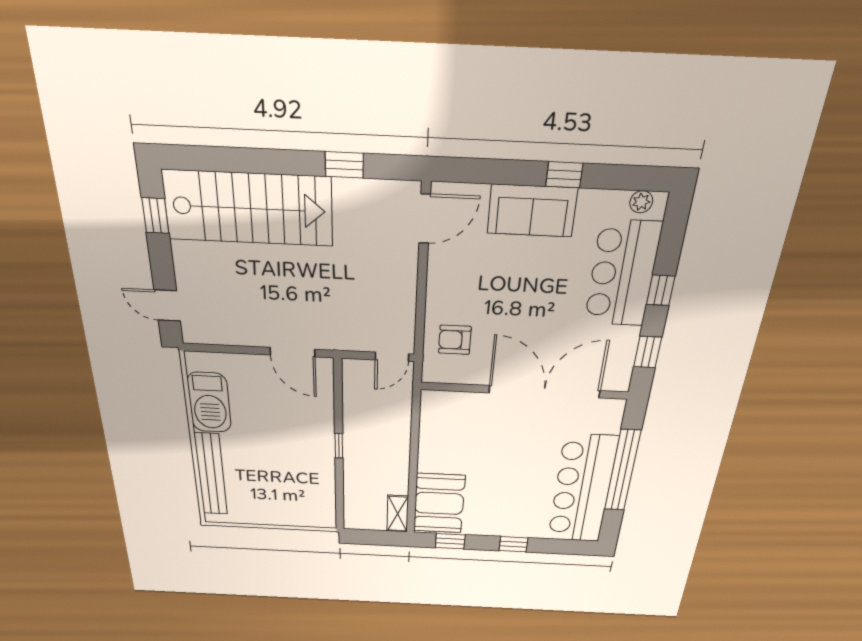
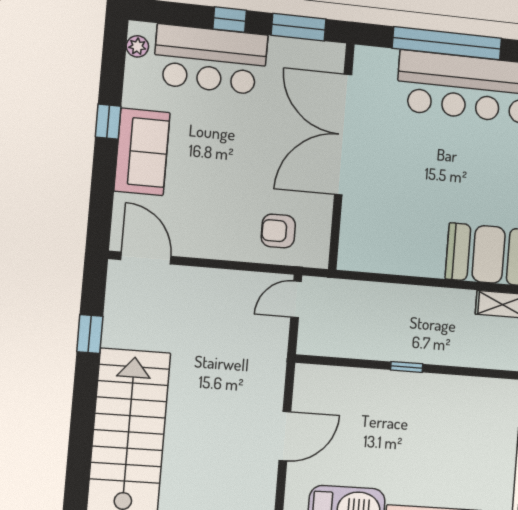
armchair: (455, 340) -> (278, 231), turned 90
door: (293, 352) -> (285, 436), moved
window: (648, 352) -> (299, 27), width x1.50
door: (392, 357) -> (296, 299), swing flipped

